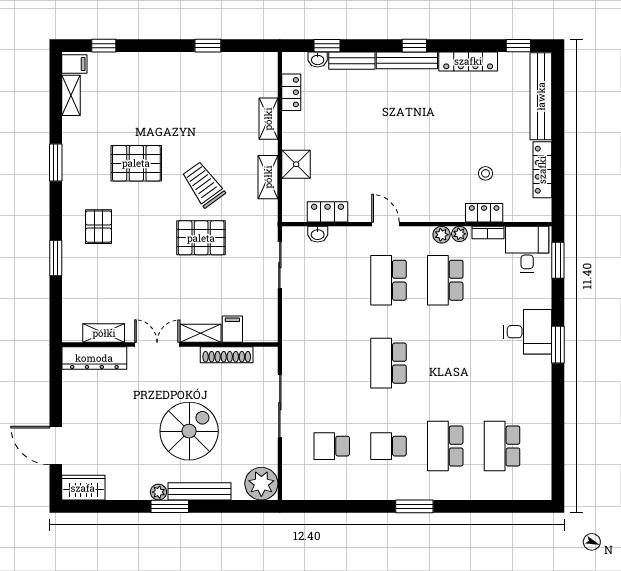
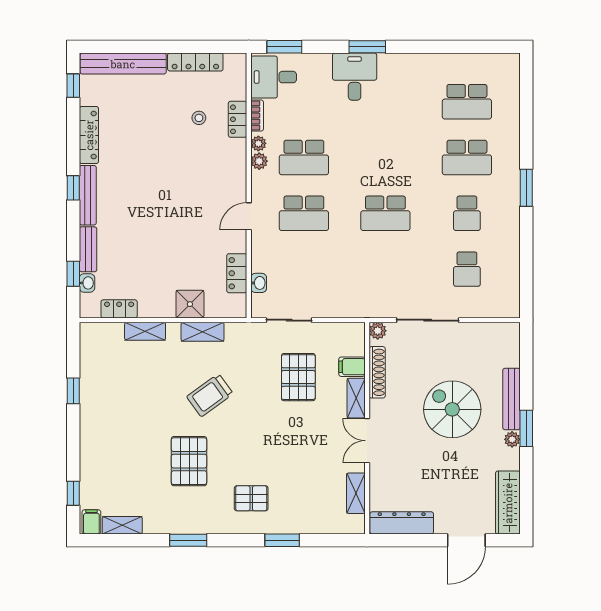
pallet: (201, 238) -> (298, 377), moved
dresser: (94, 358) -> (402, 523), moved, turned -90
plant: (261, 484) -> (378, 331), moved, width x0.53, depth x0.53
wardrobe: (83, 488) -> (508, 503), width x1.50

